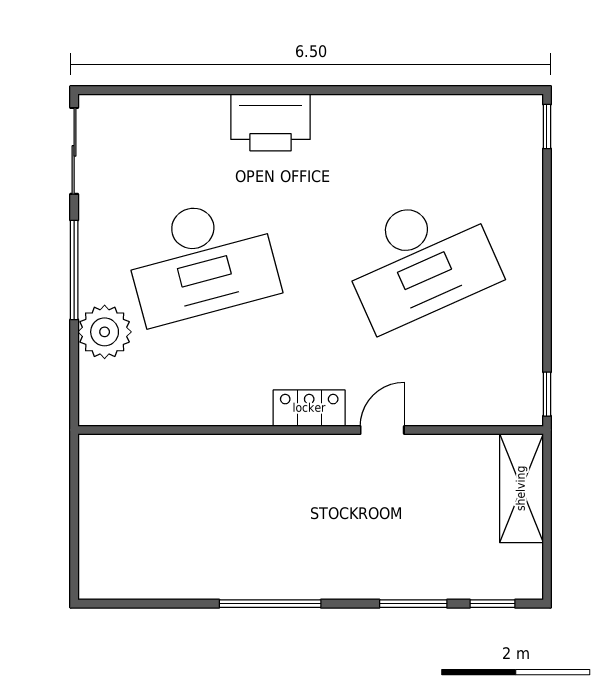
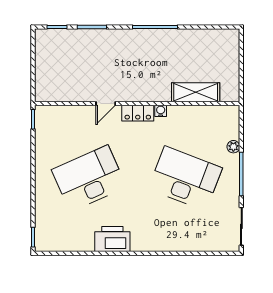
printer: (271, 122) -> (112, 239), moved
desk: (201, 260) -> (185, 178), turned 36
plant: (105, 332) -> (233, 147), width x0.53, depth x0.53
water cooler: (257, 413) -> (161, 111), added
shelving: (521, 488) -> (196, 92), moved, turned 90

